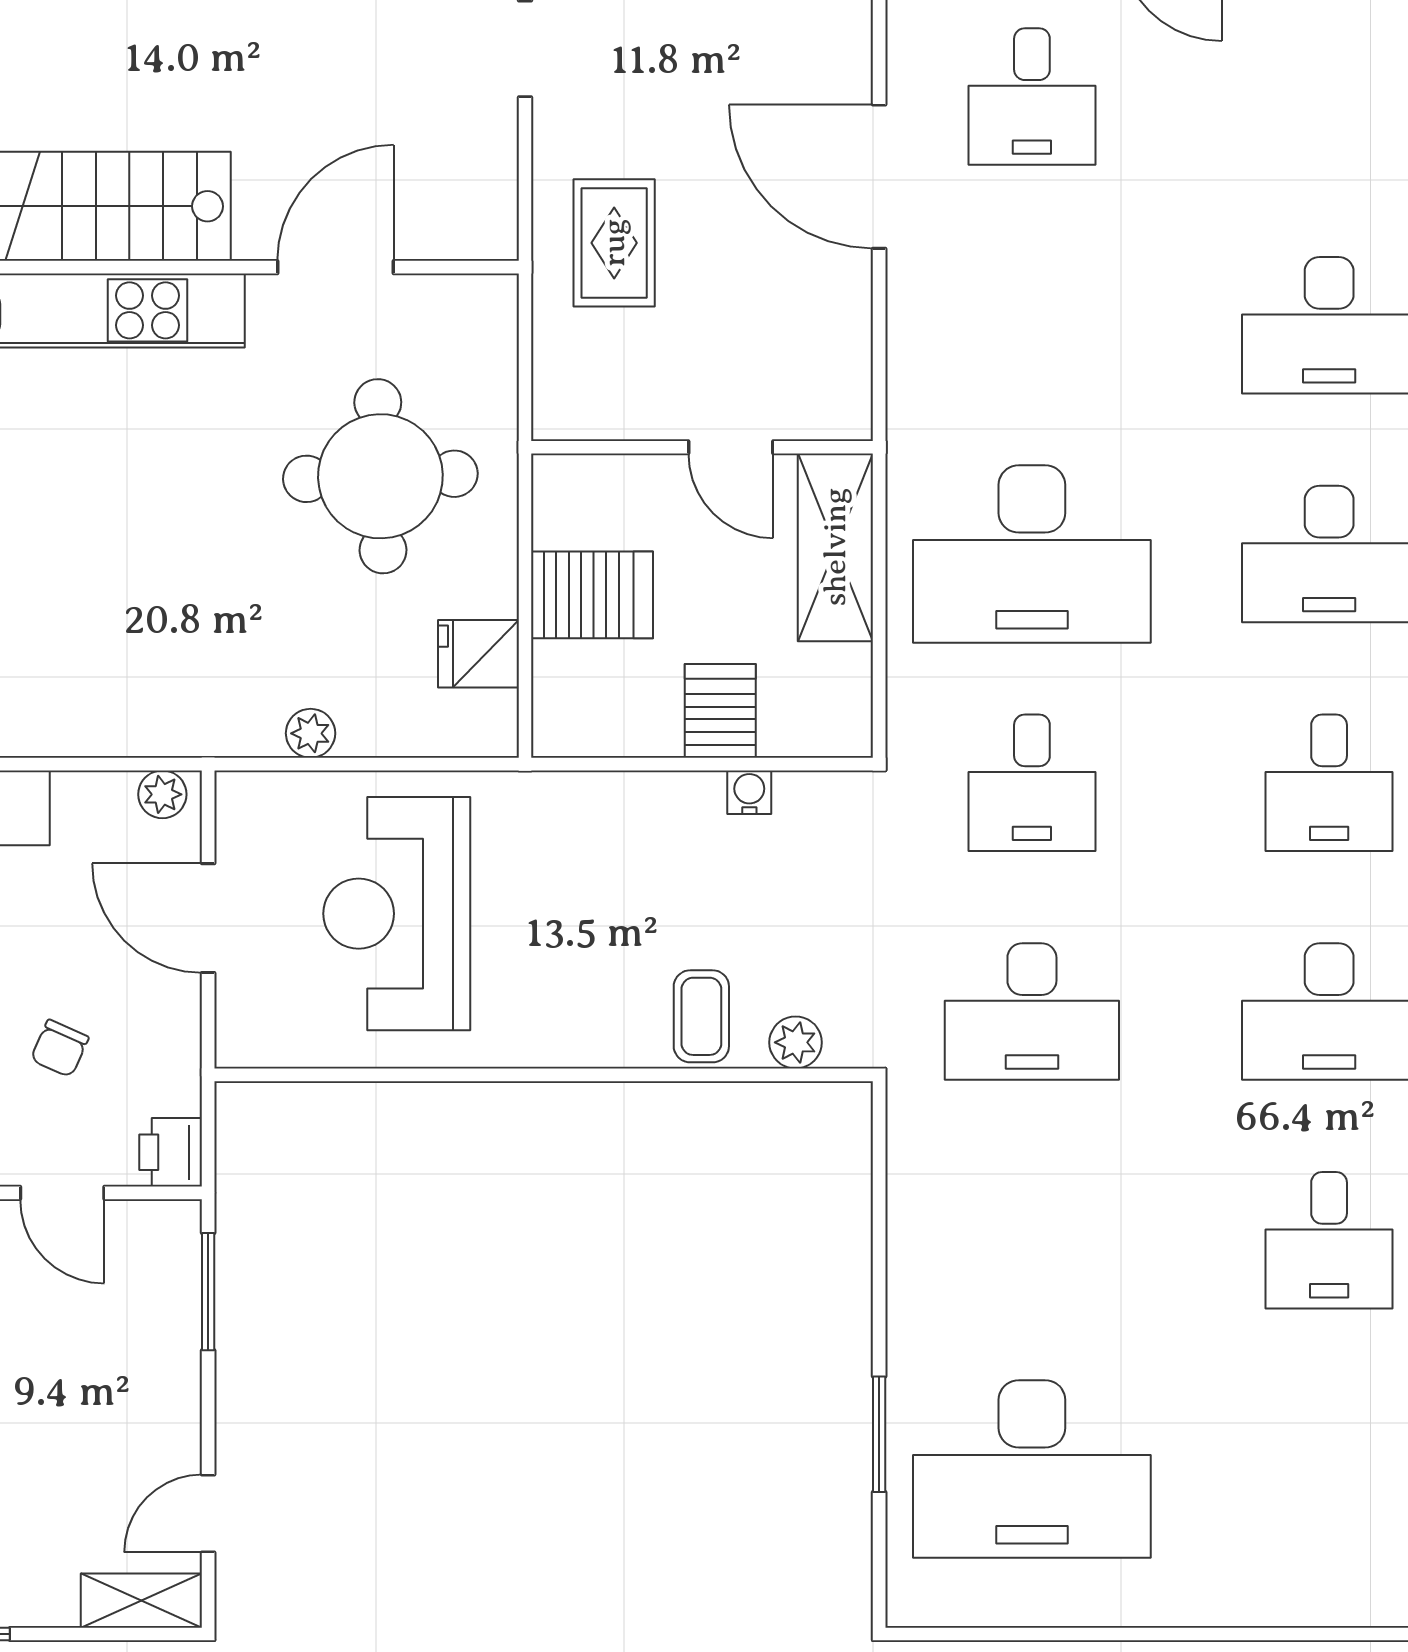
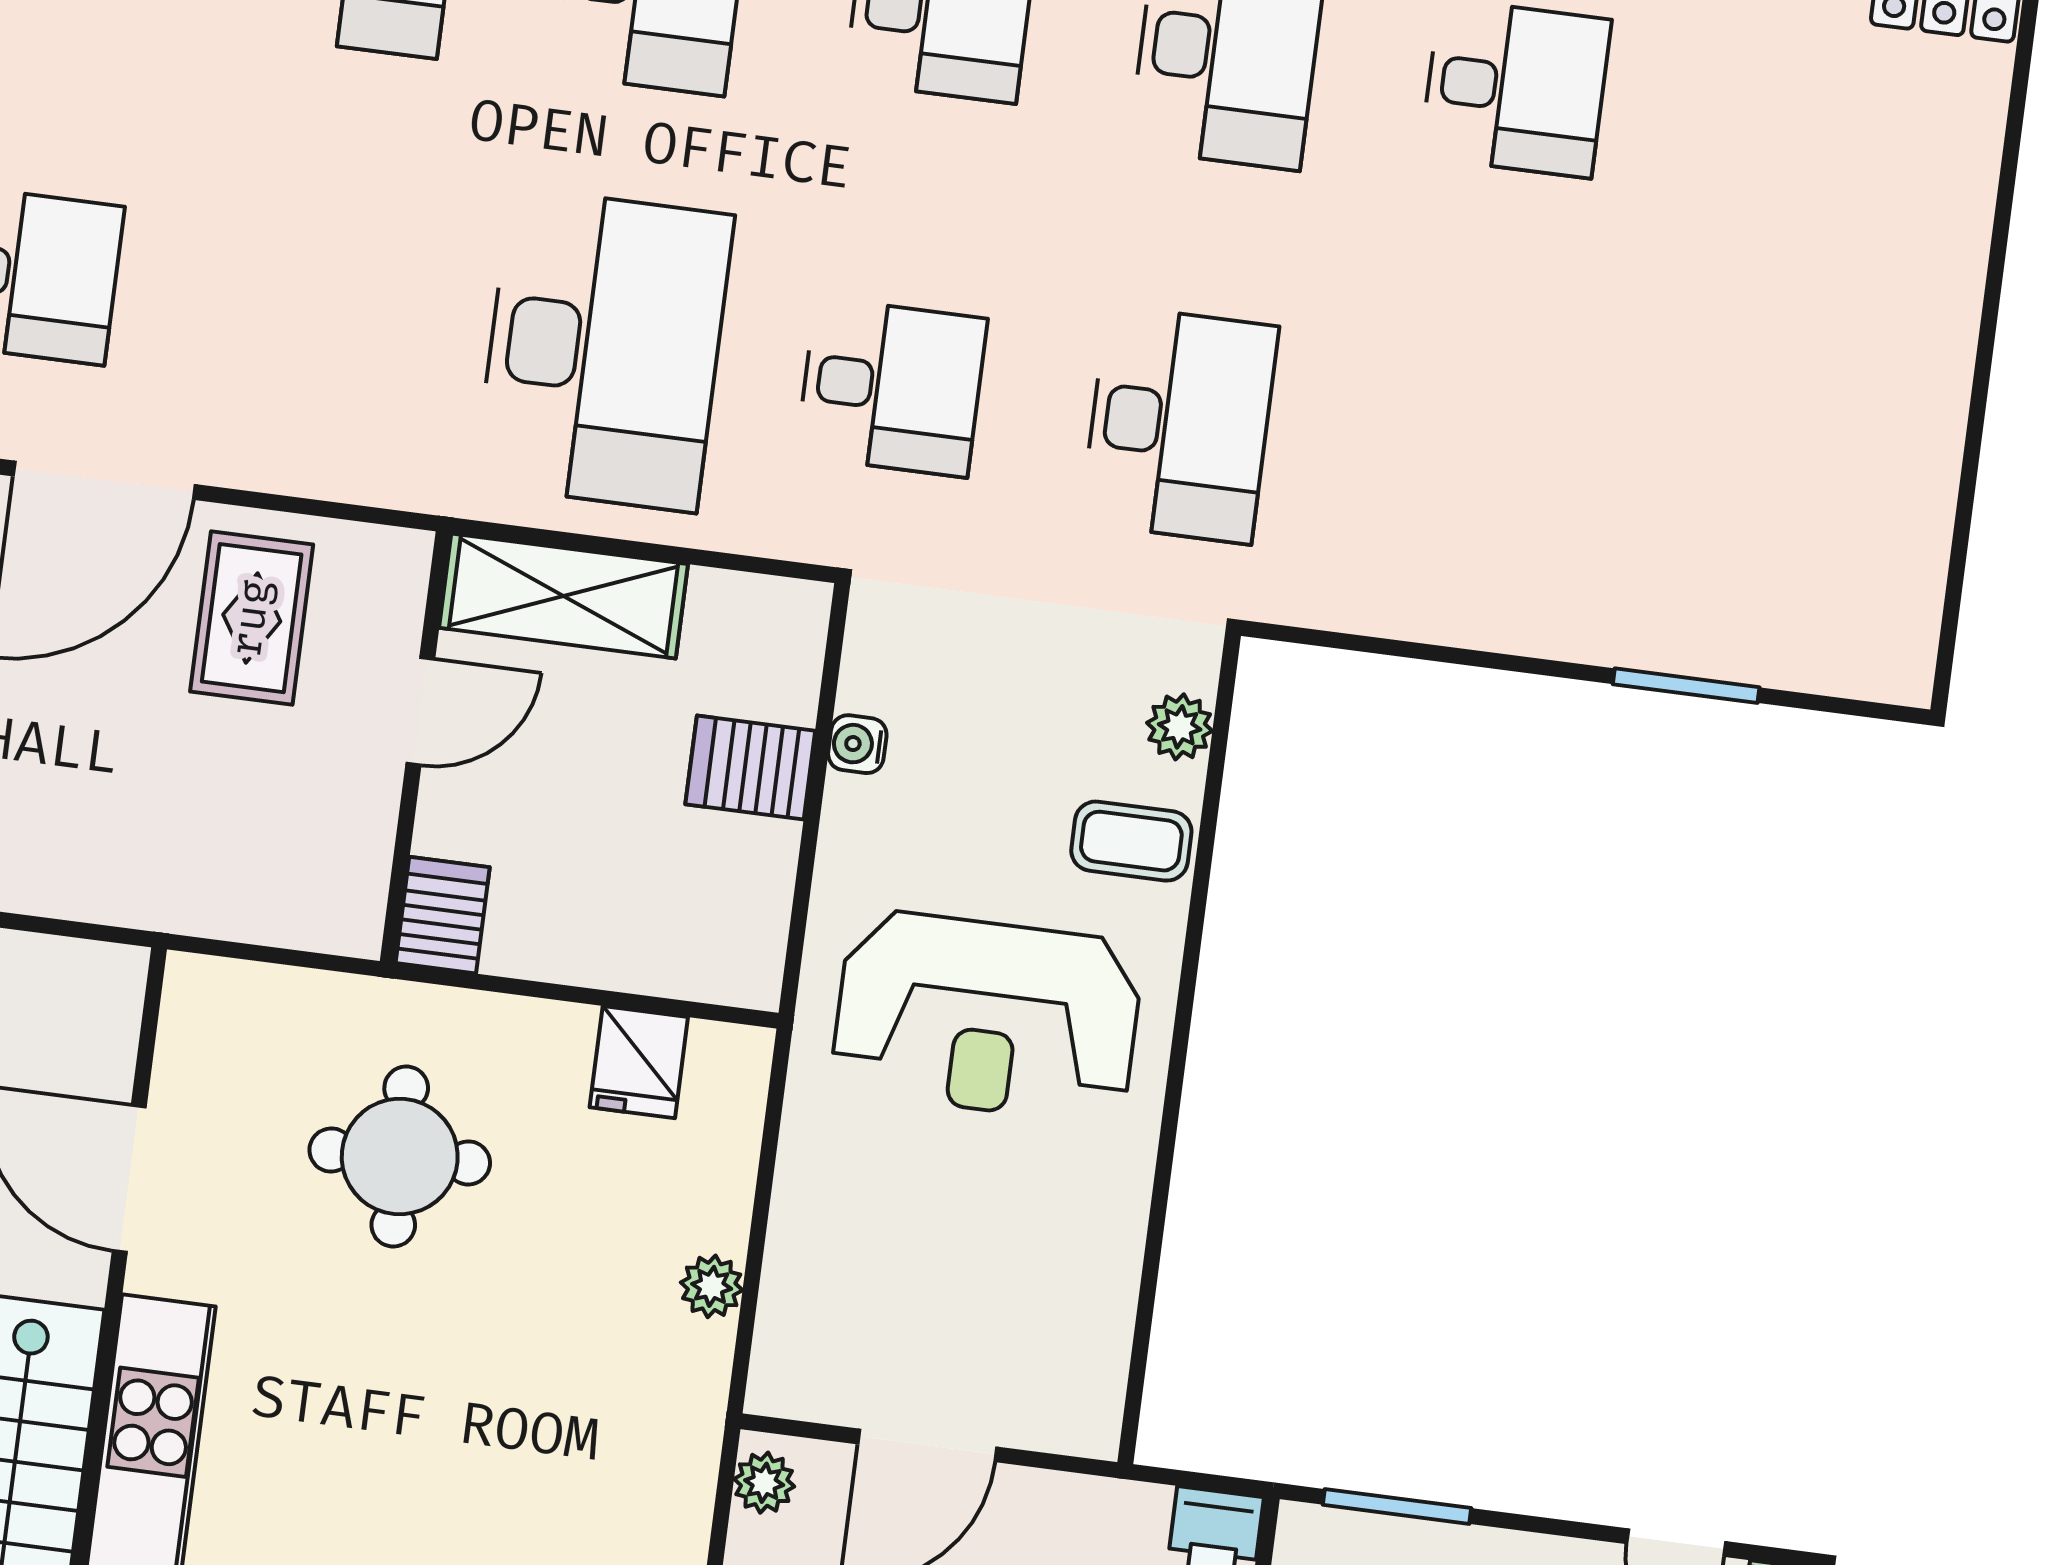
rug: (614, 243) -> (252, 618), moved, turned 90
round table: (380, 476) -> (400, 1156), width x0.73, depth x0.73
server rack: (592, 595) -> (443, 915), moved, width x0.73, depth x0.70
reception desk: (397, 914) -> (987, 1016), moved
desk: (1032, 1469) -> (1755, 499), removed

